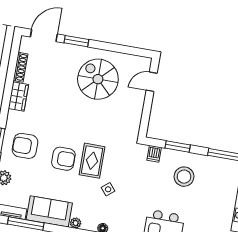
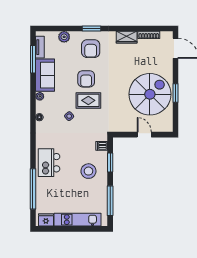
window: (76, 41) -> (175, 93), moved
spiral stairs: (98, 79) -> (150, 94), width x1.37, depth x1.37
door: (152, 82) -> (144, 135), moved
armchair: (25, 146) -> (91, 49), turned 180

